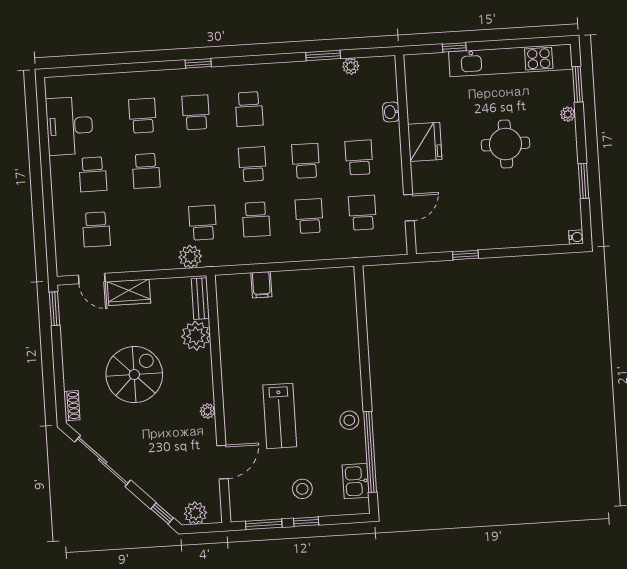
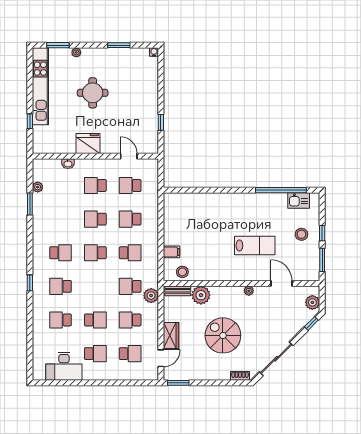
school desk: (150, 226) -> (130, 320), added
stool: (349, 420) -> (182, 272), moved

